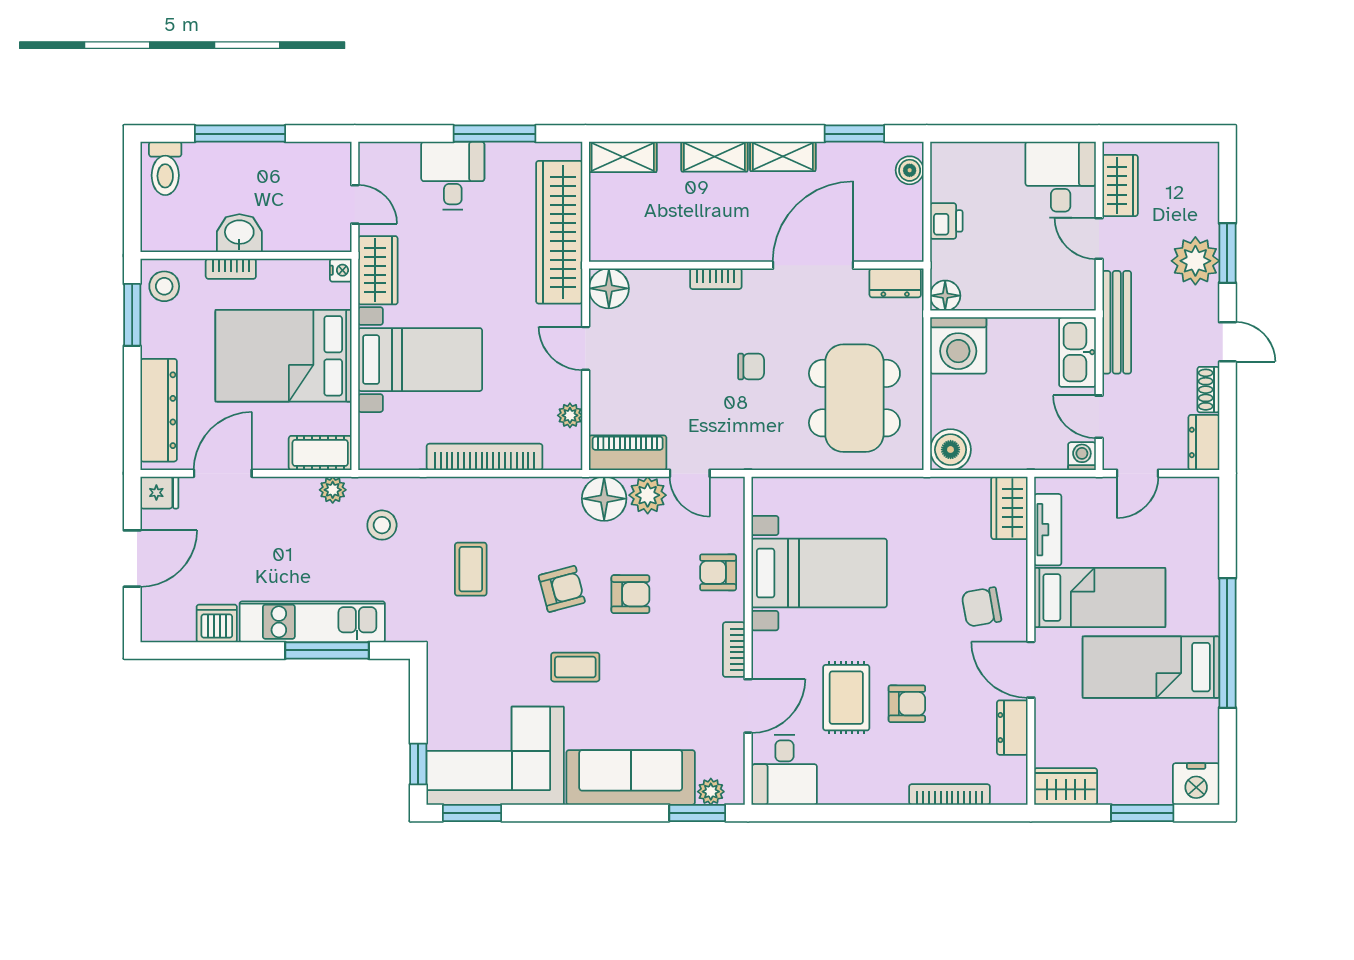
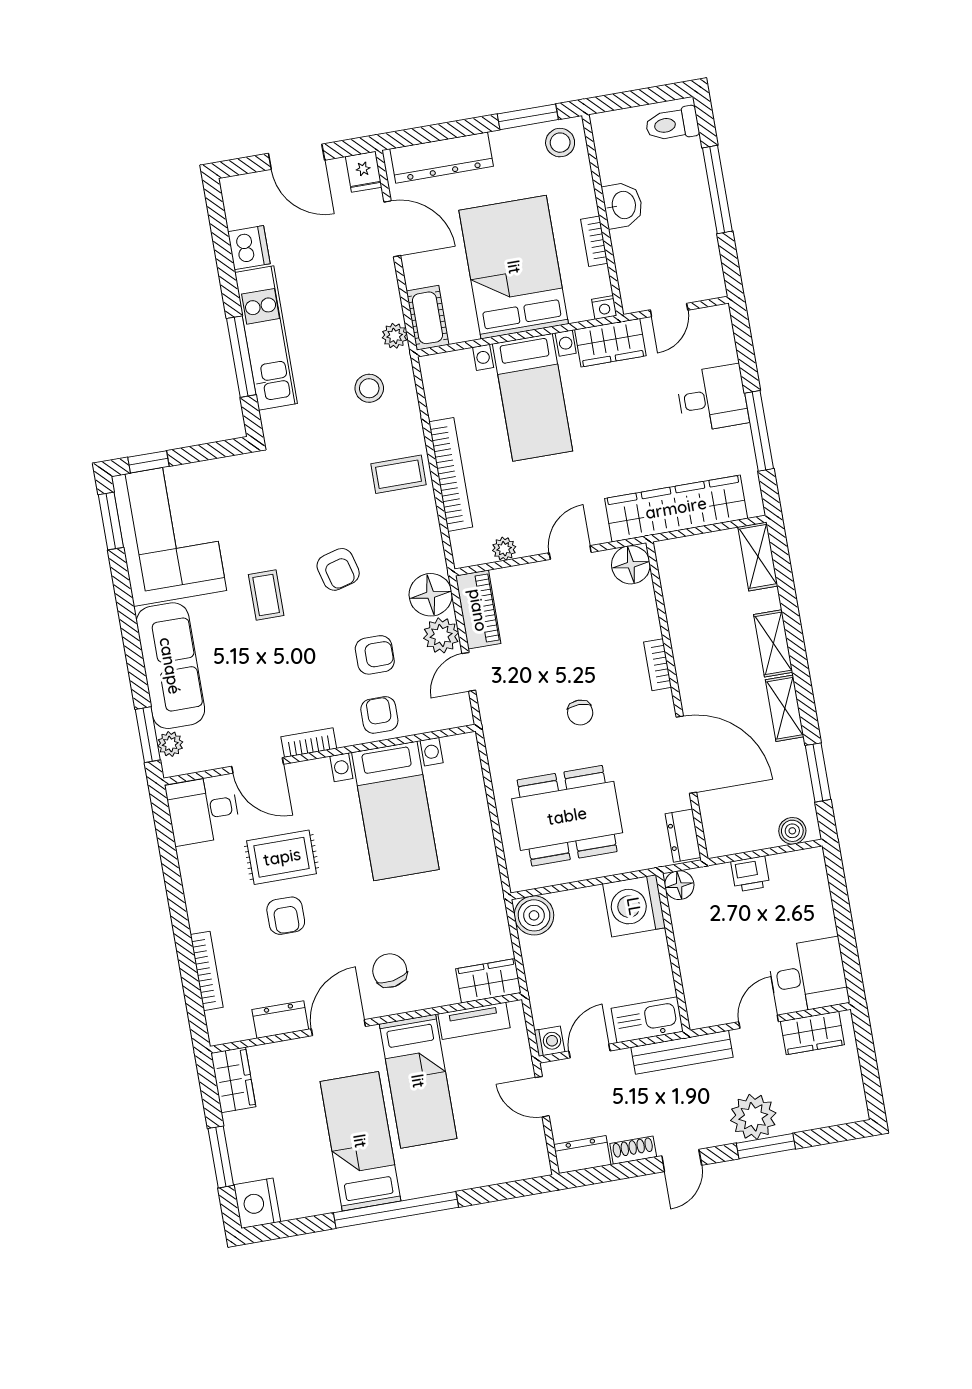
bookcase: (231, 269) -> (594, 241), moved
coffee table: (471, 569) -> (398, 474), moved
armchair: (630, 594) -> (375, 655), moved, turned -90

